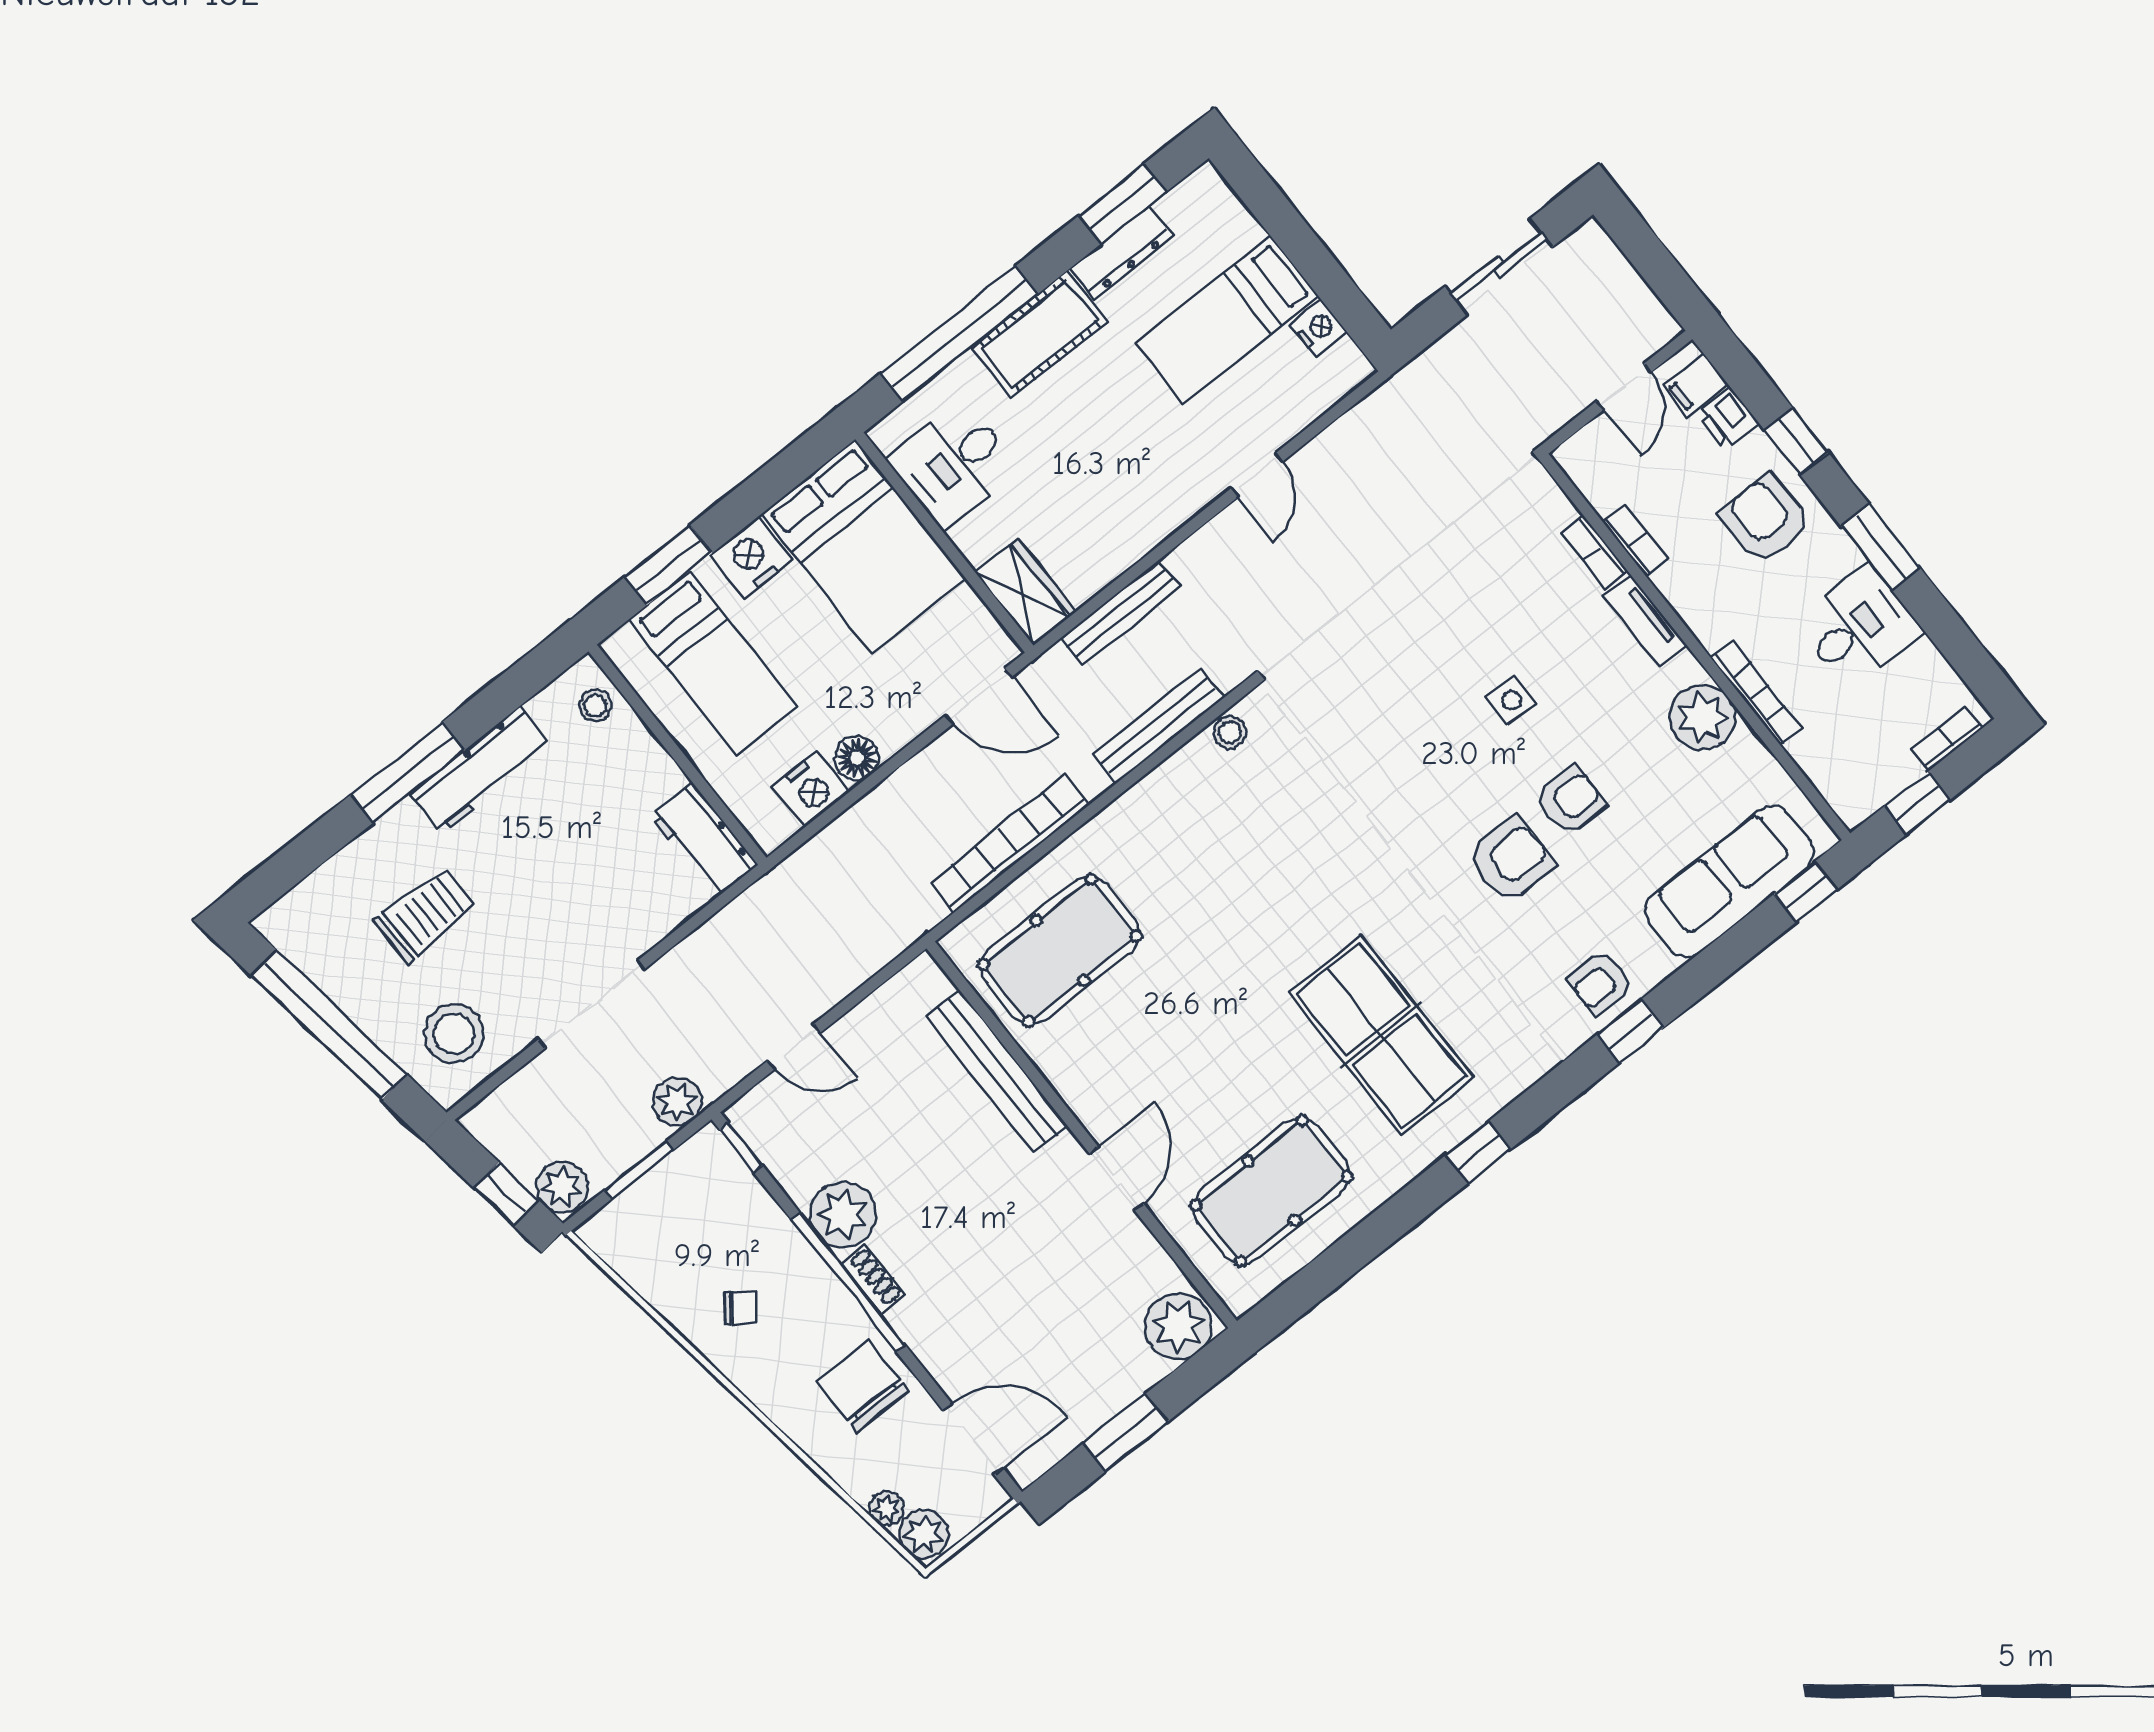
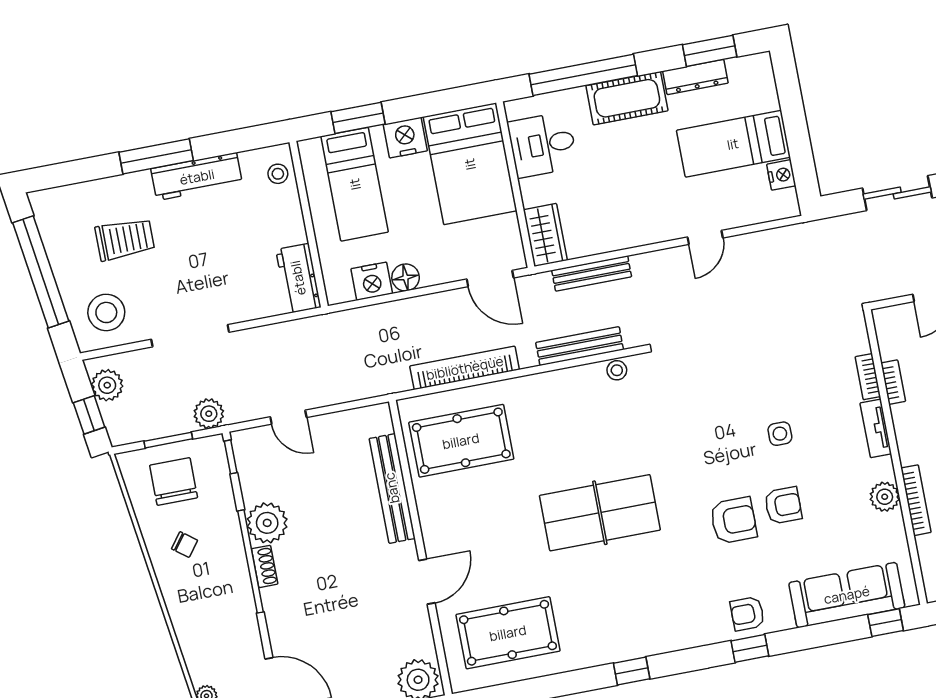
plant: (1703, 717) -> (885, 497), width x0.73, depth x0.73
table tennis table: (1381, 1035) -> (600, 513), moved, turned 90
plant: (562, 1187) -> (107, 385), moved
chair: (862, 1386) -> (174, 481), moved

